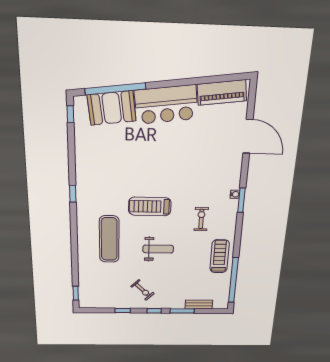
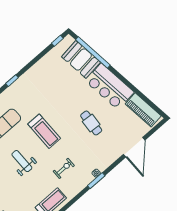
cafe table: (184, 156) -> (91, 123), added
treadmill: (150, 206) -> (44, 131), turned 180
weight bench: (158, 249) -> (22, 161), turned 180

